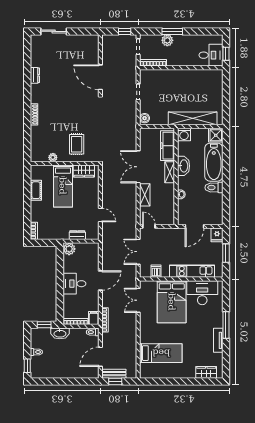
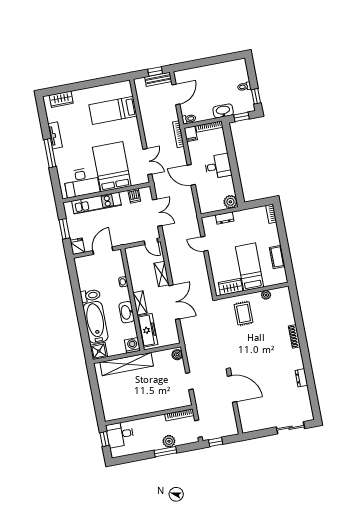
door: (100, 280) -> (191, 175), hinge flipped
window: (27, 366) -> (256, 96), moved

